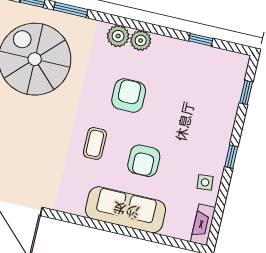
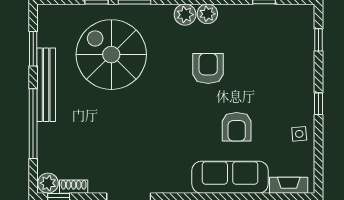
coffee table: (95, 143) -> (187, 121), removed
fireplace: (203, 225) -> (289, 185), moved, turned 90

